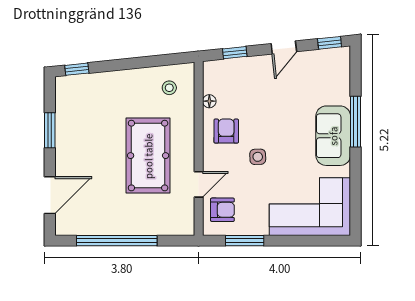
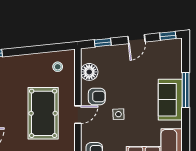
floor lamp: (209, 101) -> (89, 72), width x1.89, depth x1.89
armchair: (226, 131) -> (97, 97), turned 90
door: (199, 184) -> (78, 115), moved

